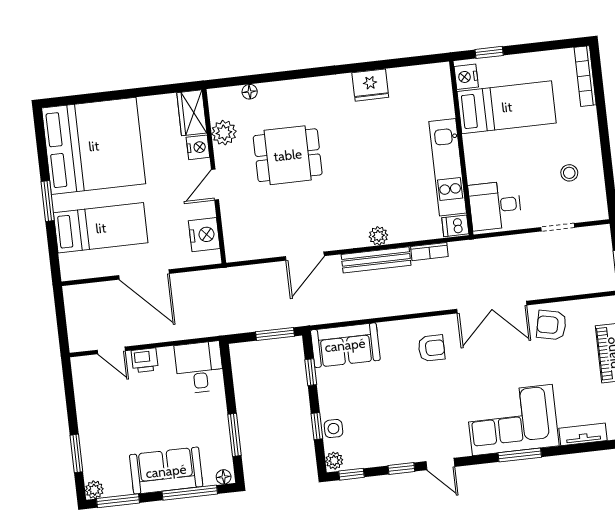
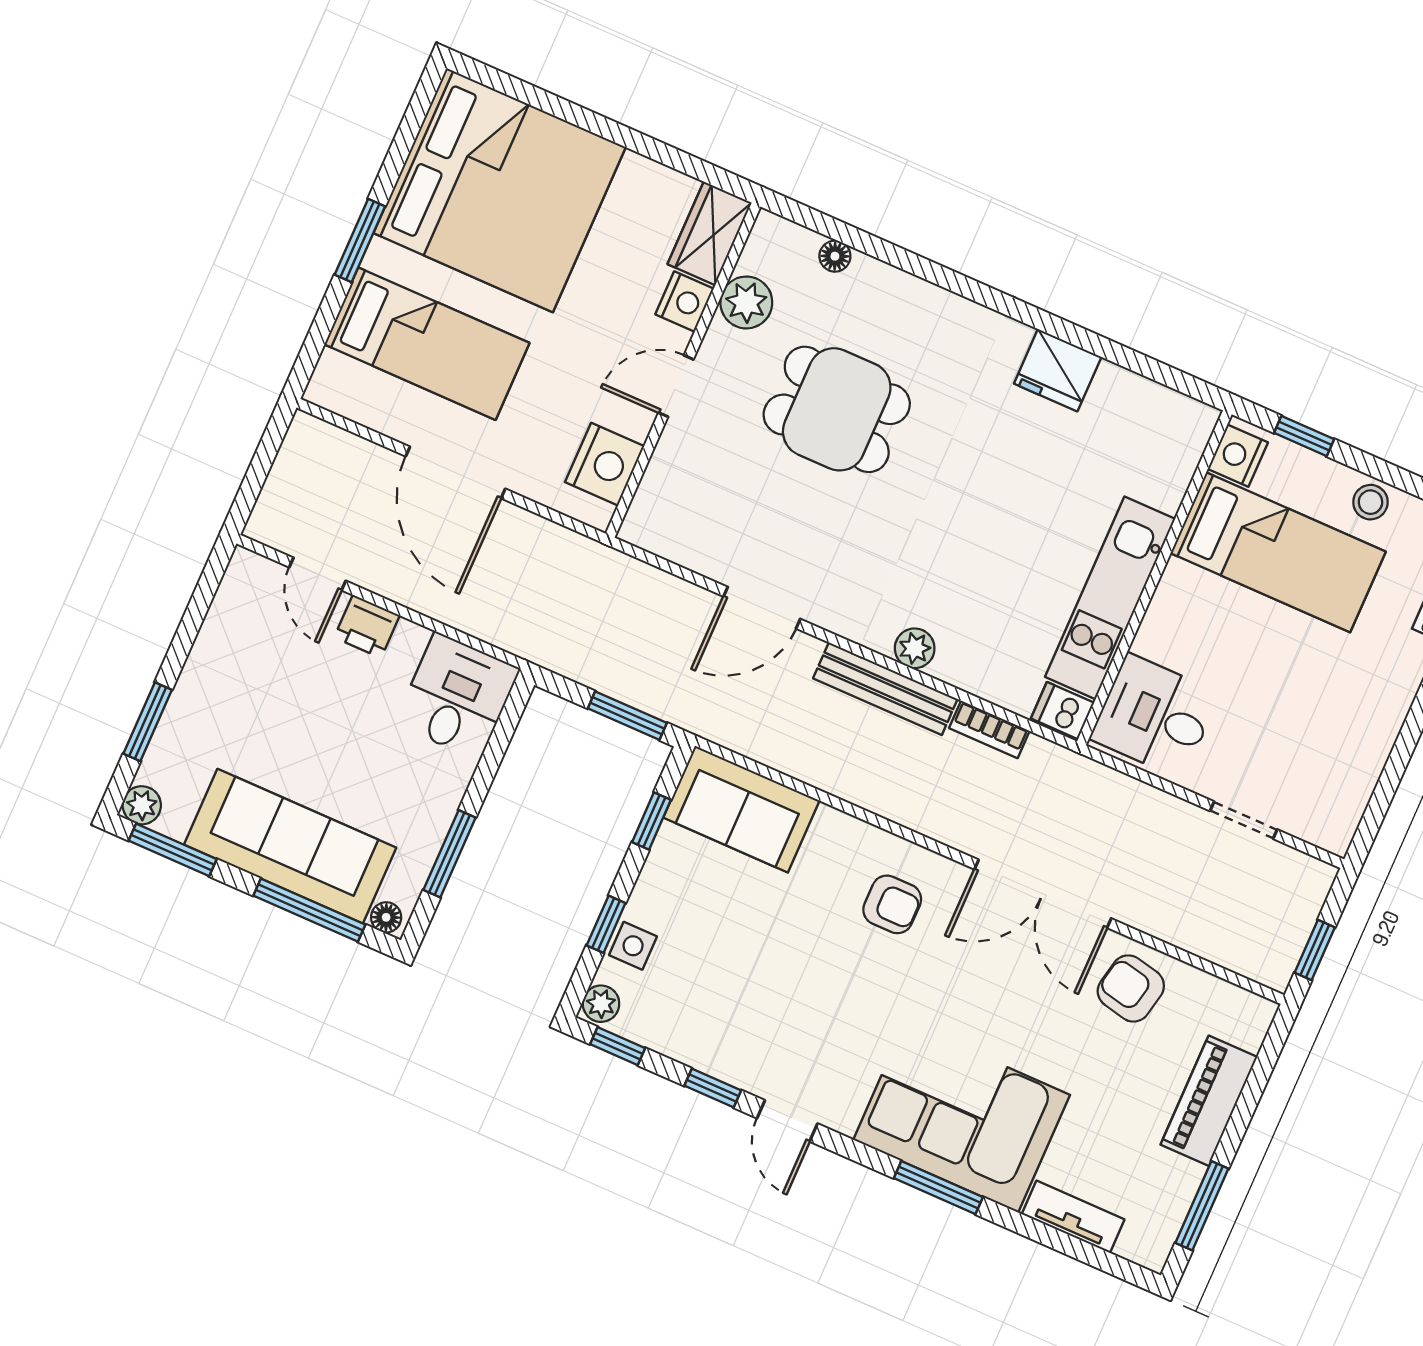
stool: (569, 173) -> (1370, 502), moved
sofa: (166, 471) -> (290, 846), width x1.36

